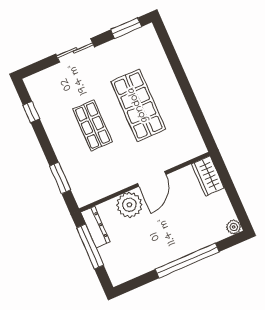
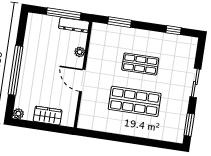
wardrobe: (208, 176) -> (48, 116), moved
plant: (129, 205) -> (80, 52), width x0.53, depth x0.53

